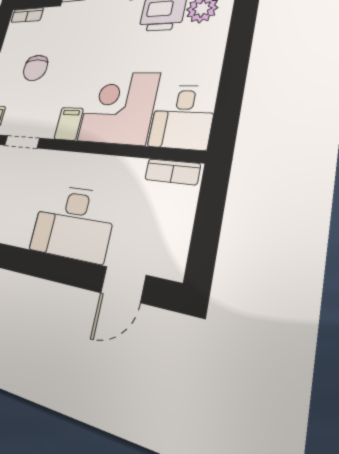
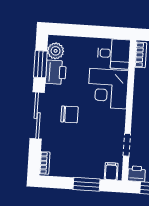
chair: (35, 68) -> (69, 114), moved
filing cabinet: (69, 124) -> (117, 117), removed

